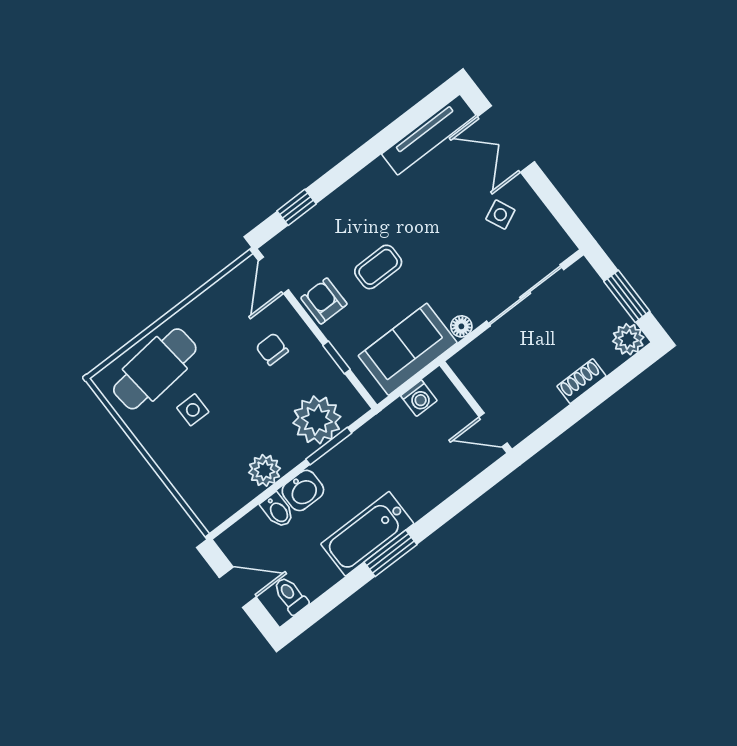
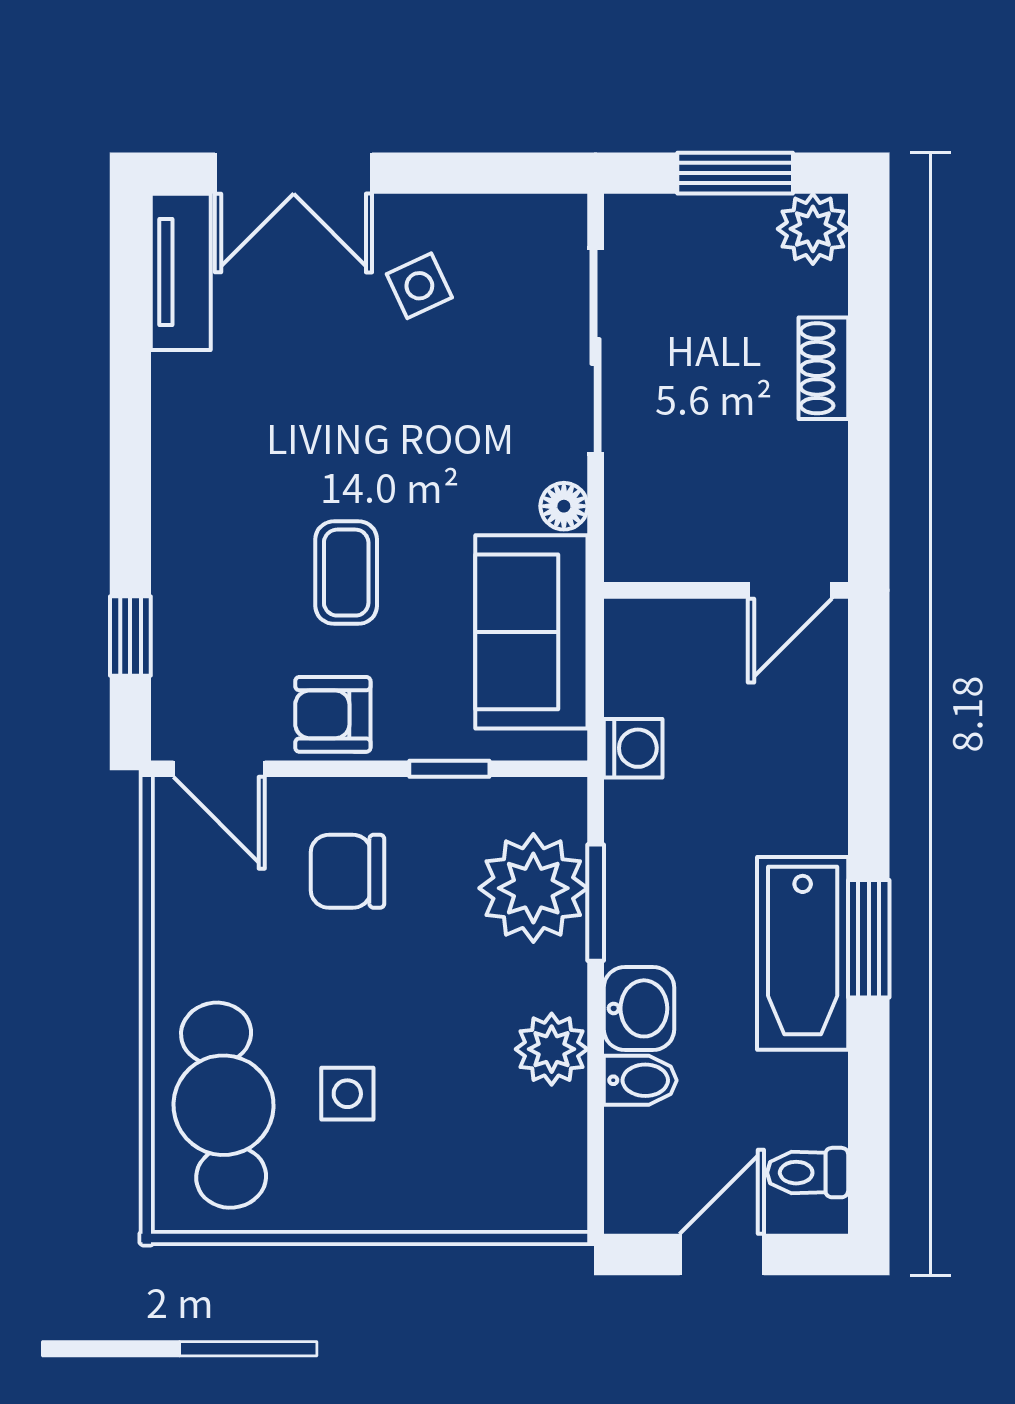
tv unit: (429, 135) -> (181, 272), width x0.71
chair: (272, 349) -> (347, 871), width x1.37, depth x1.37
washing machine: (419, 398) -> (633, 748), moved

